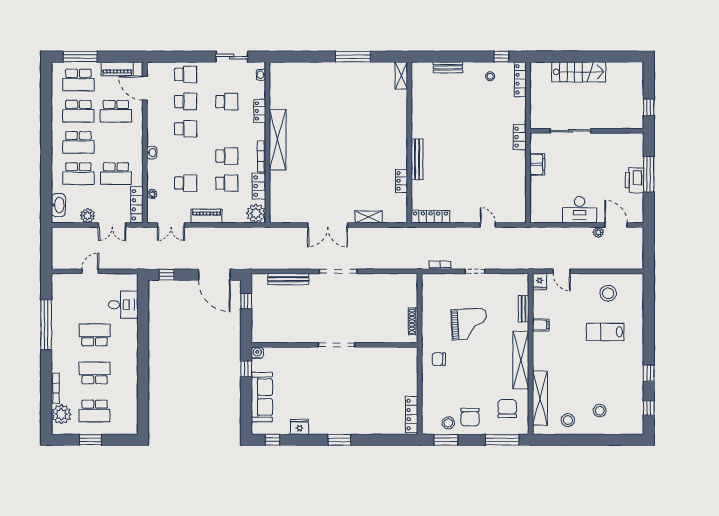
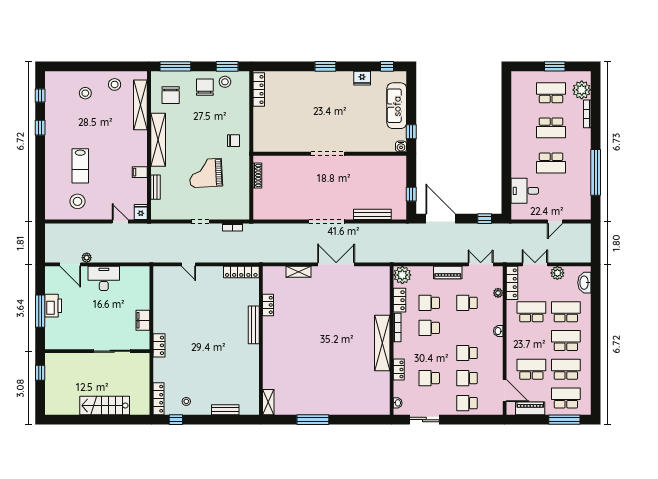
lab bench: (605, 332) -> (80, 166), turned 90

